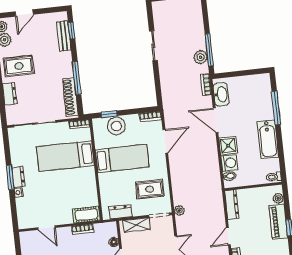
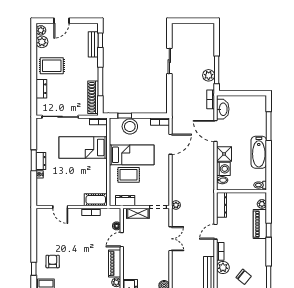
rug: (150, 189) -> (129, 175), moved

